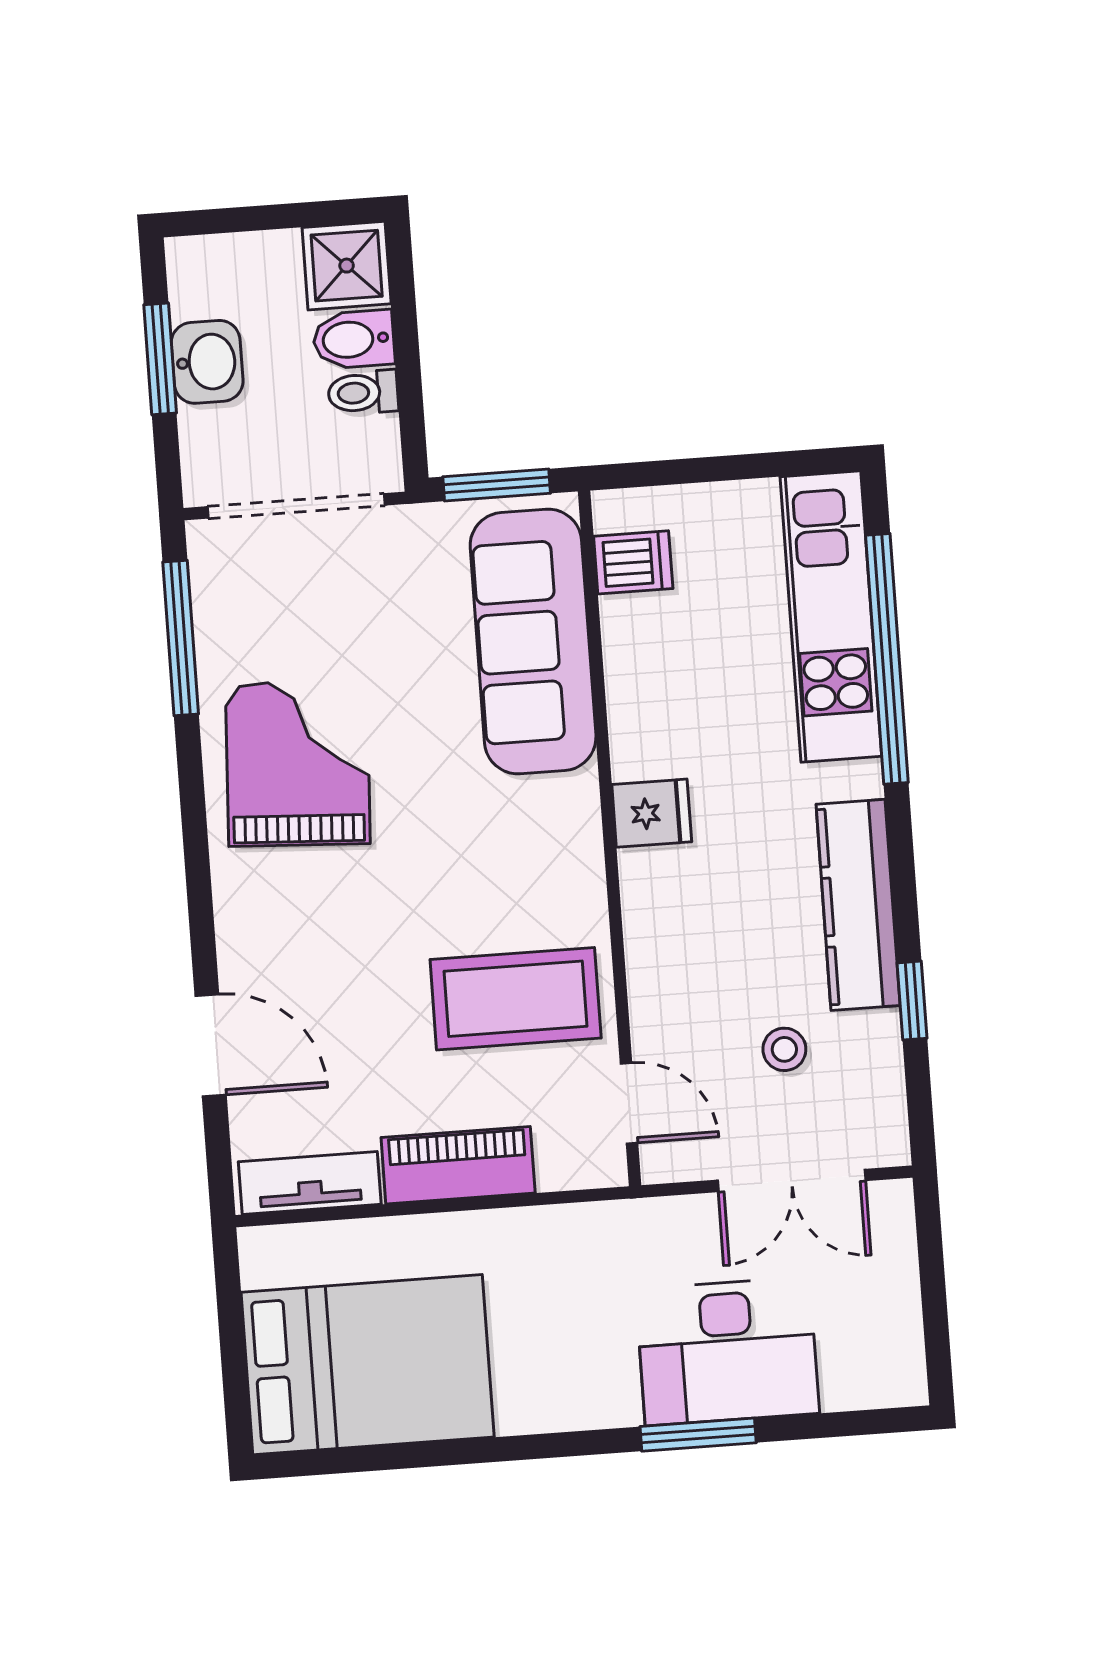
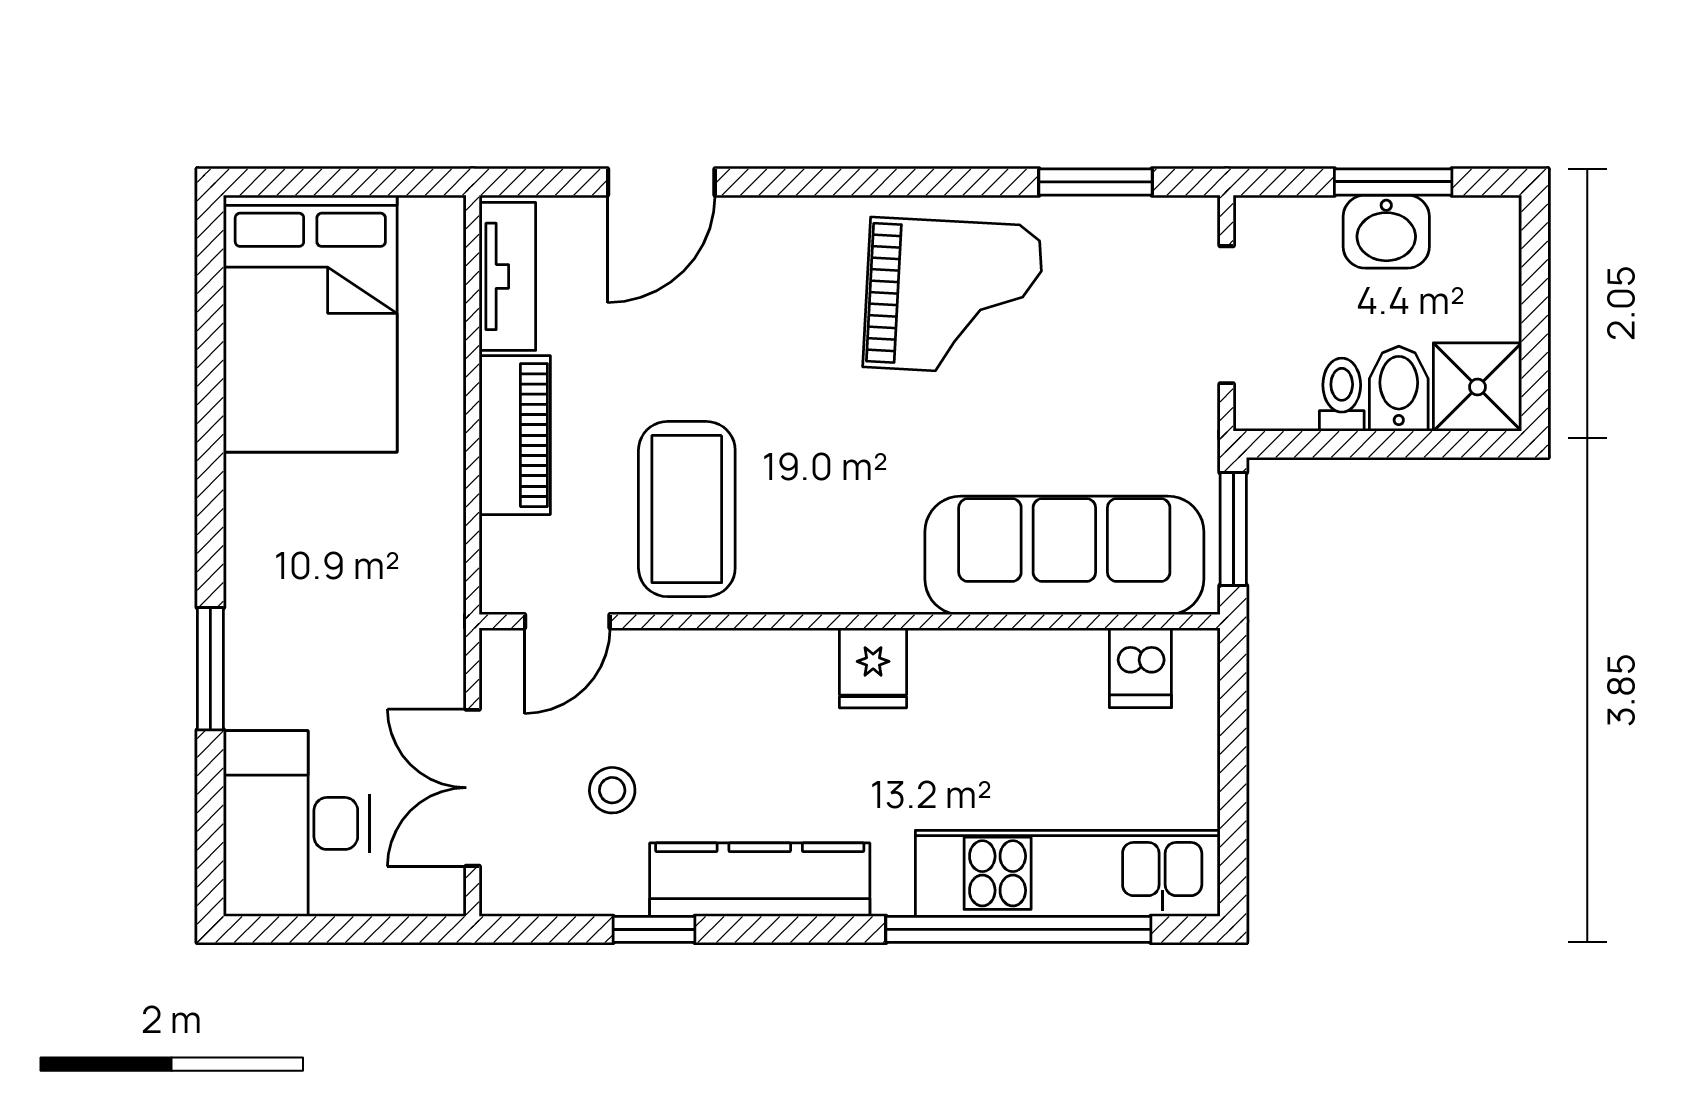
doorway: (296, 506) -> (1227, 315), width x0.73
window: (181, 638) -> (1095, 182), width x0.69
desk: (727, 1351) -> (296, 823), moved

